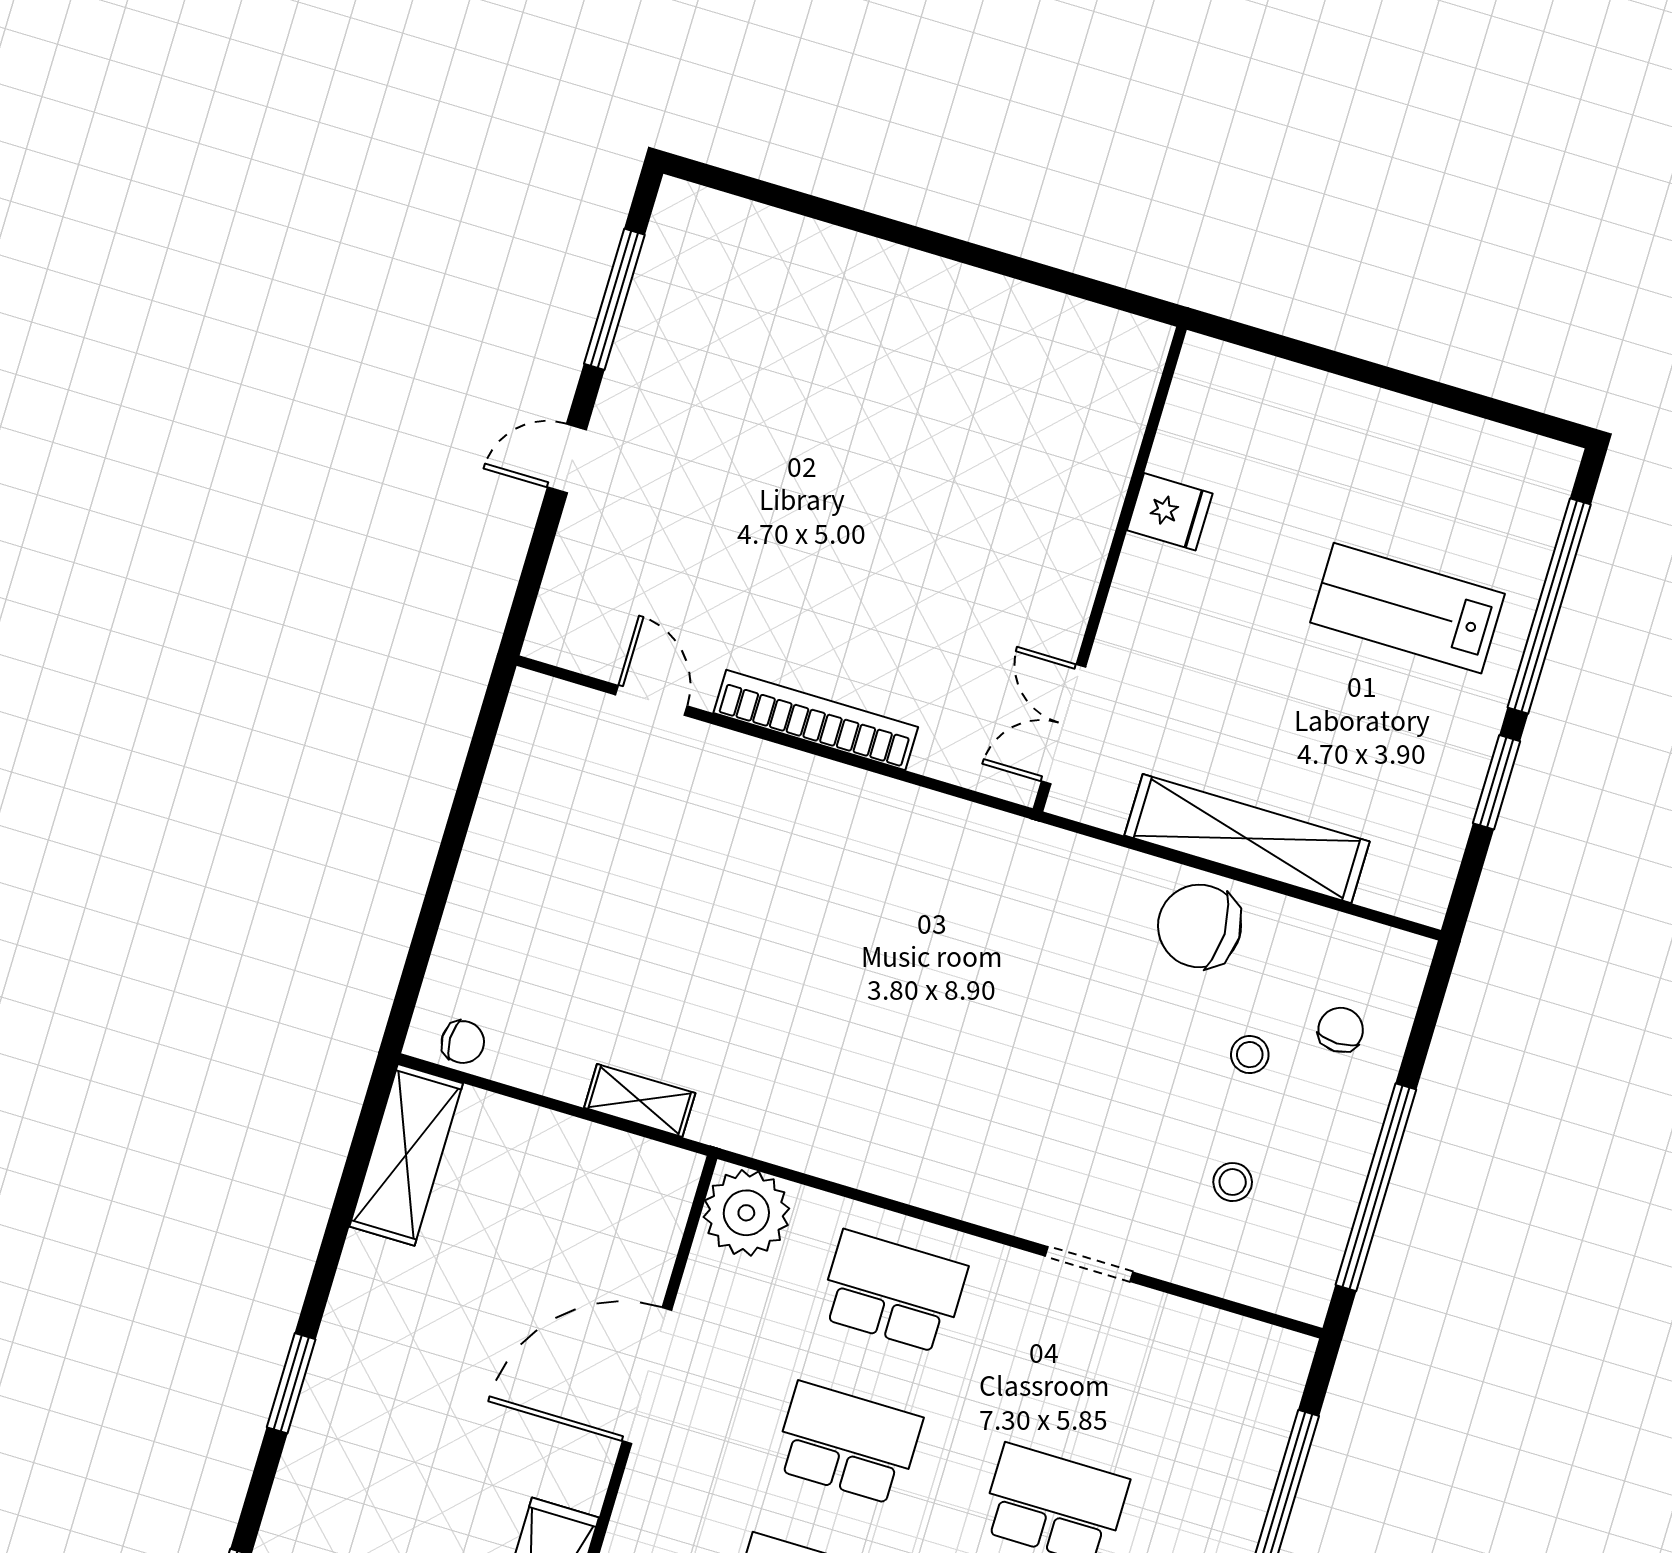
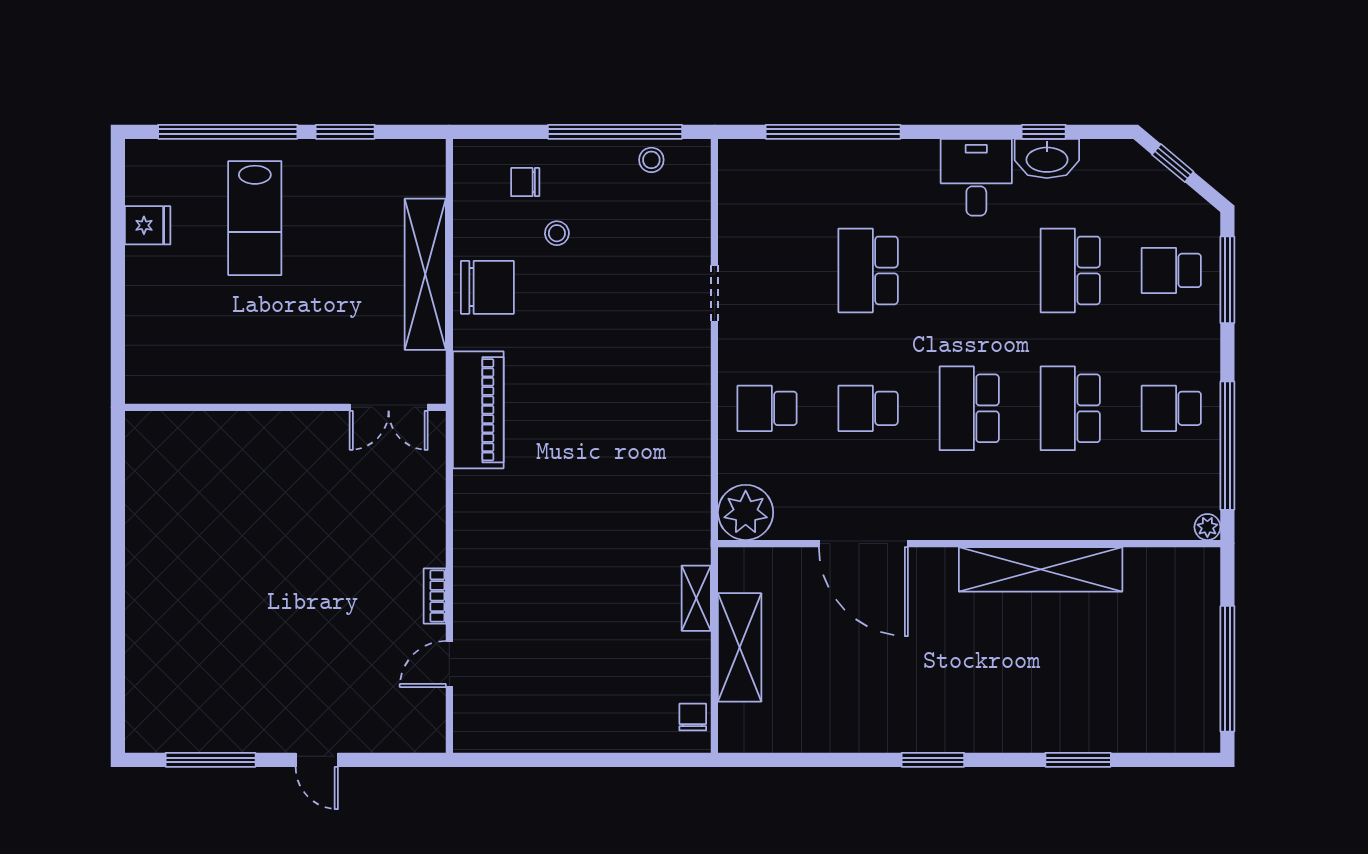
fridge: (1170, 512) -> (148, 225), moved, turned 90
bookcase: (816, 720) -> (435, 596), width x0.43, depth x0.76
piano: (1020, 857) -> (478, 410), added
chair: (1200, 926) -> (487, 287), turned -90
shelving: (406, 1155) -> (740, 647), moved, turned 90
stool: (1233, 1182) -> (651, 160), moved
school desk: (893, 1292) -> (767, 408), width x0.54
school desk: (848, 1443) -> (868, 408), width x0.54

